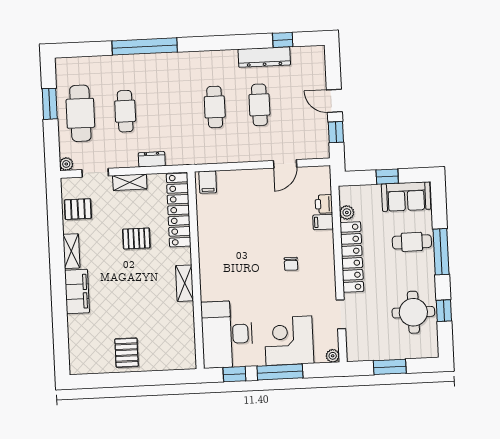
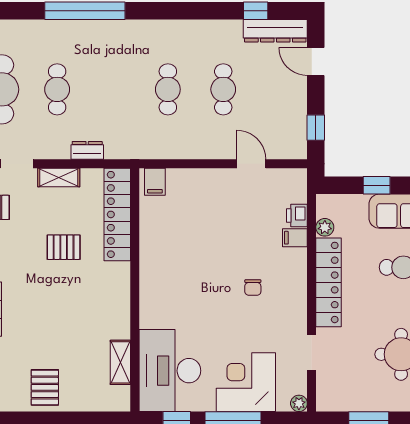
dresser: (264, 57) -> (275, 31), moved
door: (334, 101) -> (316, 61), moved
door: (285, 164) -> (251, 164), swing flipped
shelving: (185, 283) -> (120, 362), moved

